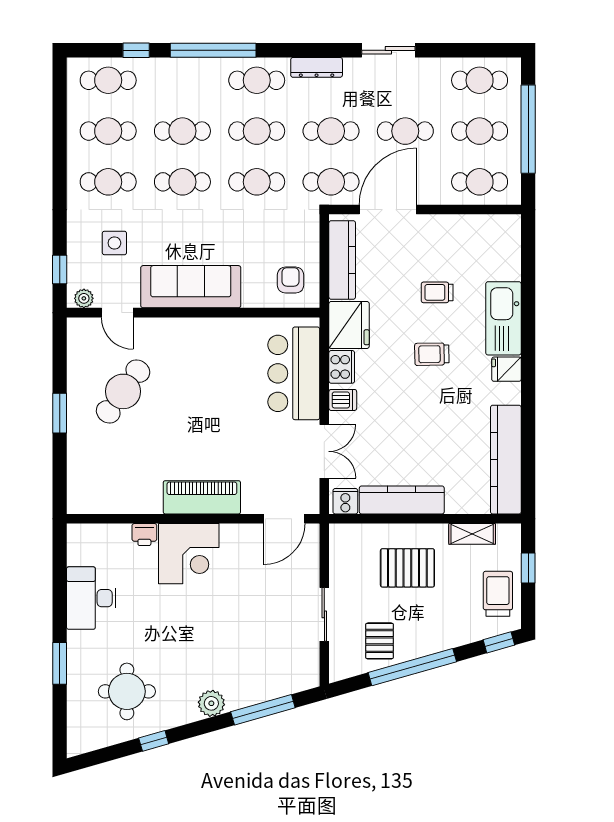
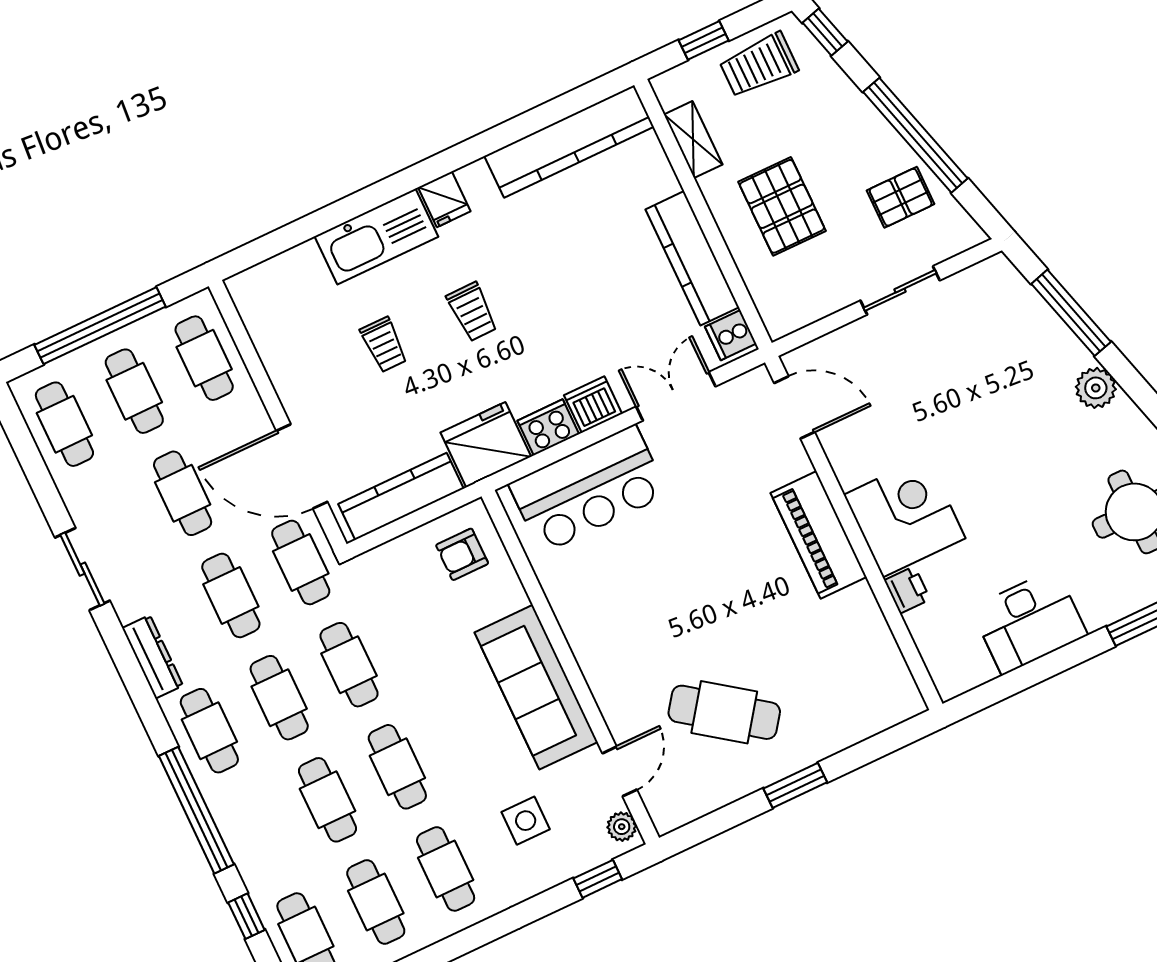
dishwasher: (343, 400) -> (593, 405), width x1.38

